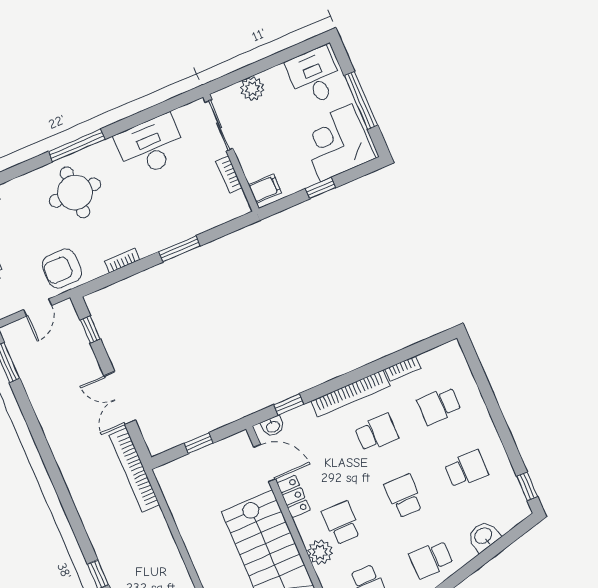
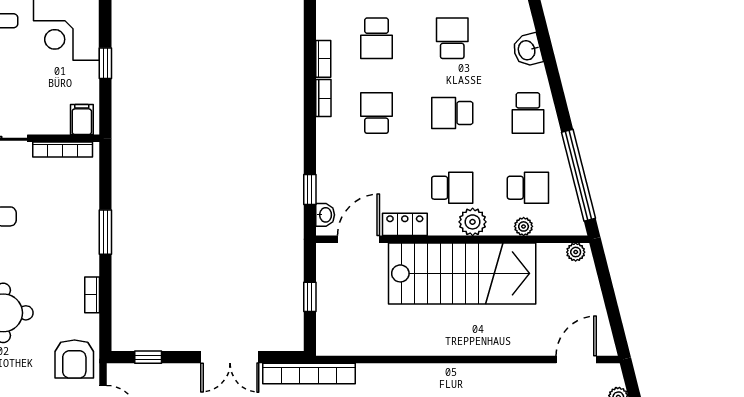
bookcase: (229, 174) -> (63, 149), width x1.56
bookcase: (350, 394) -> (323, 98), width x0.43, depth x0.76
school desk: (341, 523) -> (452, 188), turned 180

